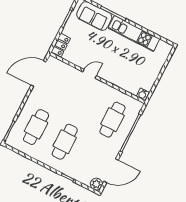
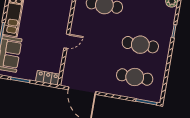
door: (90, 74) -> (67, 41), swing flipped

